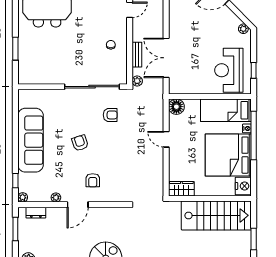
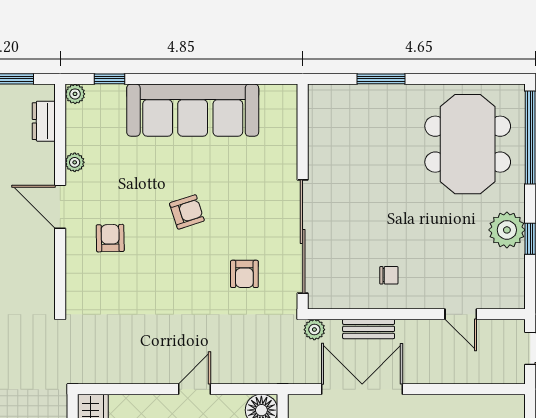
armchair: (93, 180) -> (110, 238), turned 89

